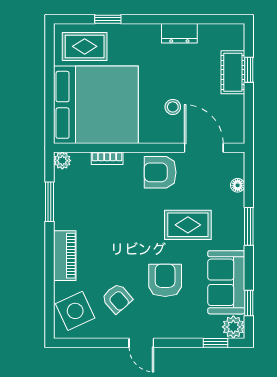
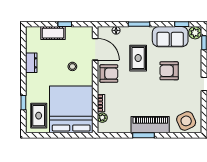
window: (249, 70) -> (65, 24), moved
door: (204, 148) -> (95, 49), swing flipped
plant: (62, 161) -> (102, 118), moved
armchair: (160, 172) -> (109, 74), turned -90
window: (50, 202) -> (144, 135), moved
piano: (65, 256) -> (150, 125), width x1.37, depth x1.33
armchair: (117, 298) -> (179, 98), removed

